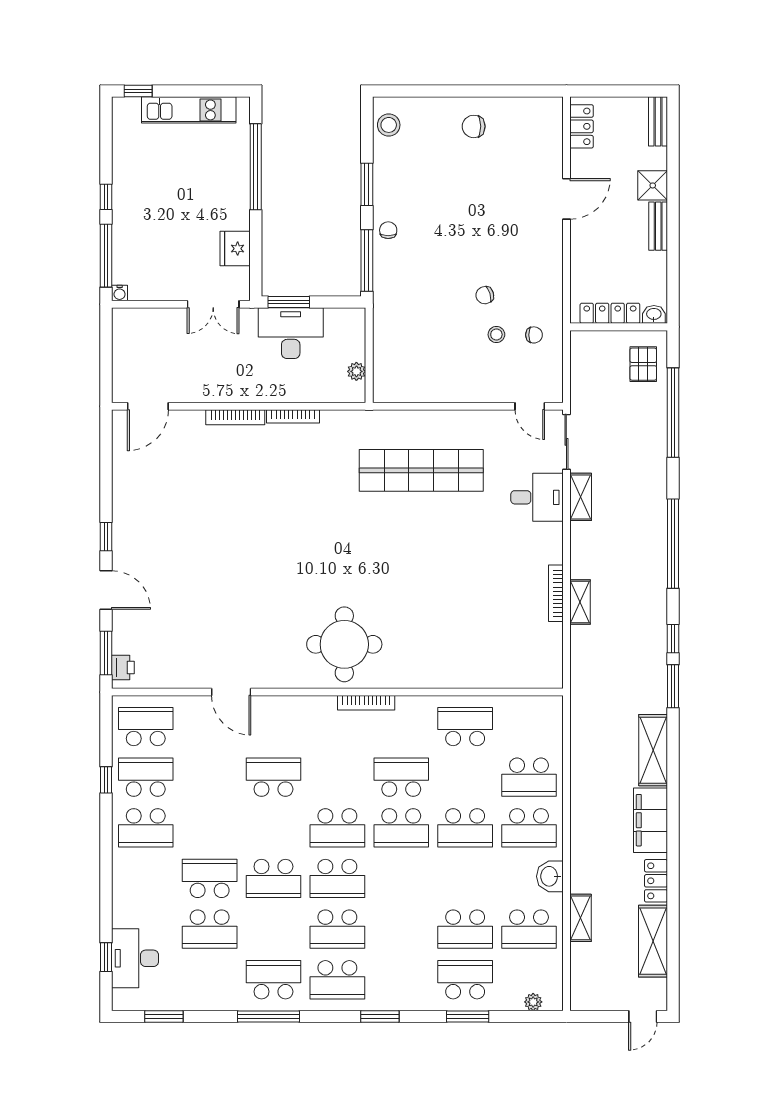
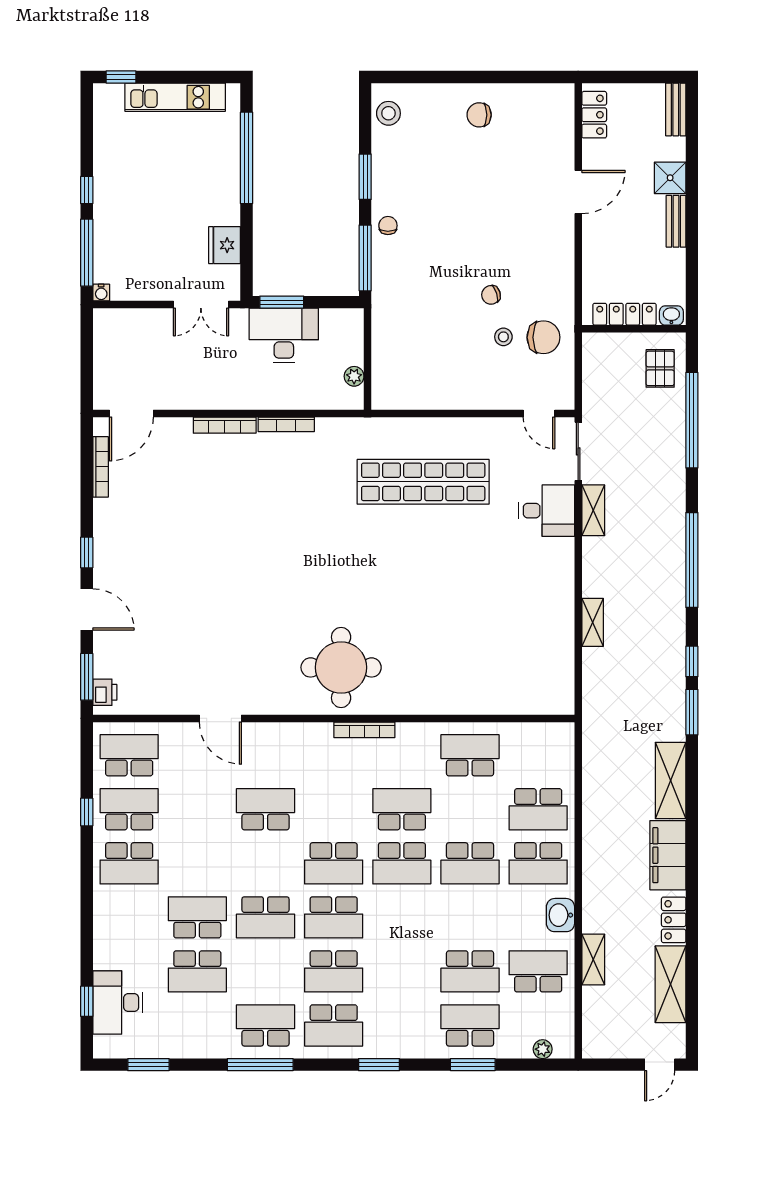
chair: (534, 335) -> (543, 337), width x1.87, depth x1.87
bookcase: (556, 593) -> (101, 467), moved, turned 180
school desk: (529, 929) -> (538, 971), turned 180

